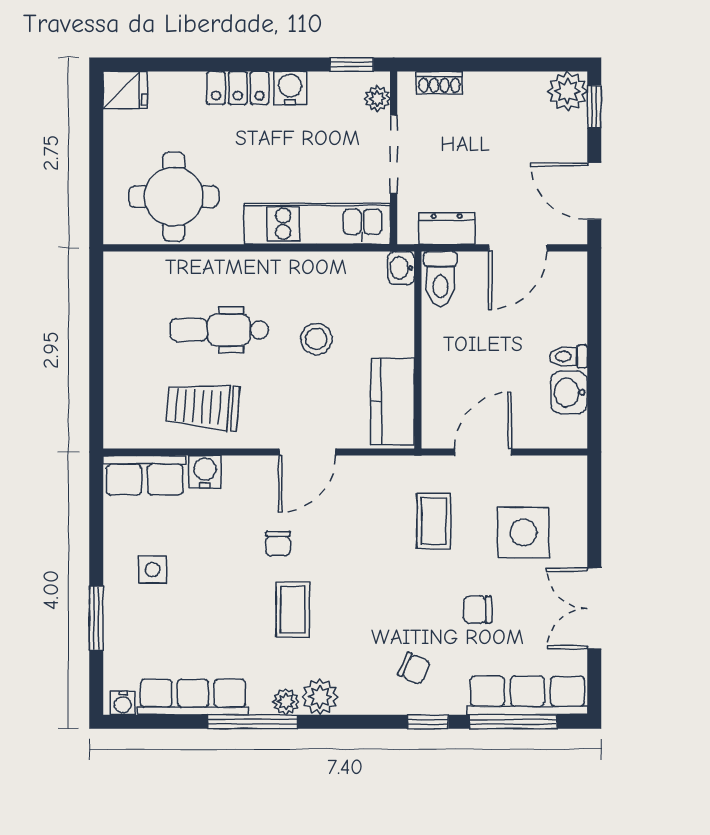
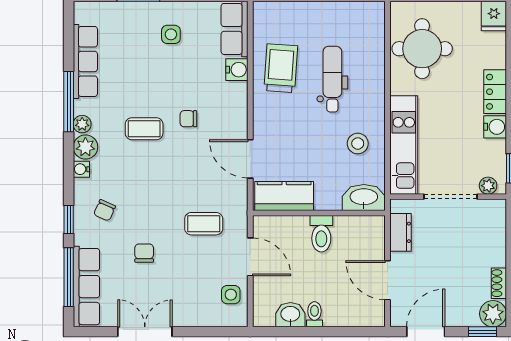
shoe rack: (439, 83) -> (499, 283), moved
washbasin: (401, 268) -> (364, 198), width x1.91, depth x1.45
toilet: (440, 279) -> (321, 234), moved, turned -90
stool: (316, 339) -> (358, 144), moved
door: (307, 452) -> (250, 159), moved
side table: (523, 533) -> (231, 295), moved, width x0.54, depth x0.54
water cooler: (123, 703) -> (81, 169), moved

